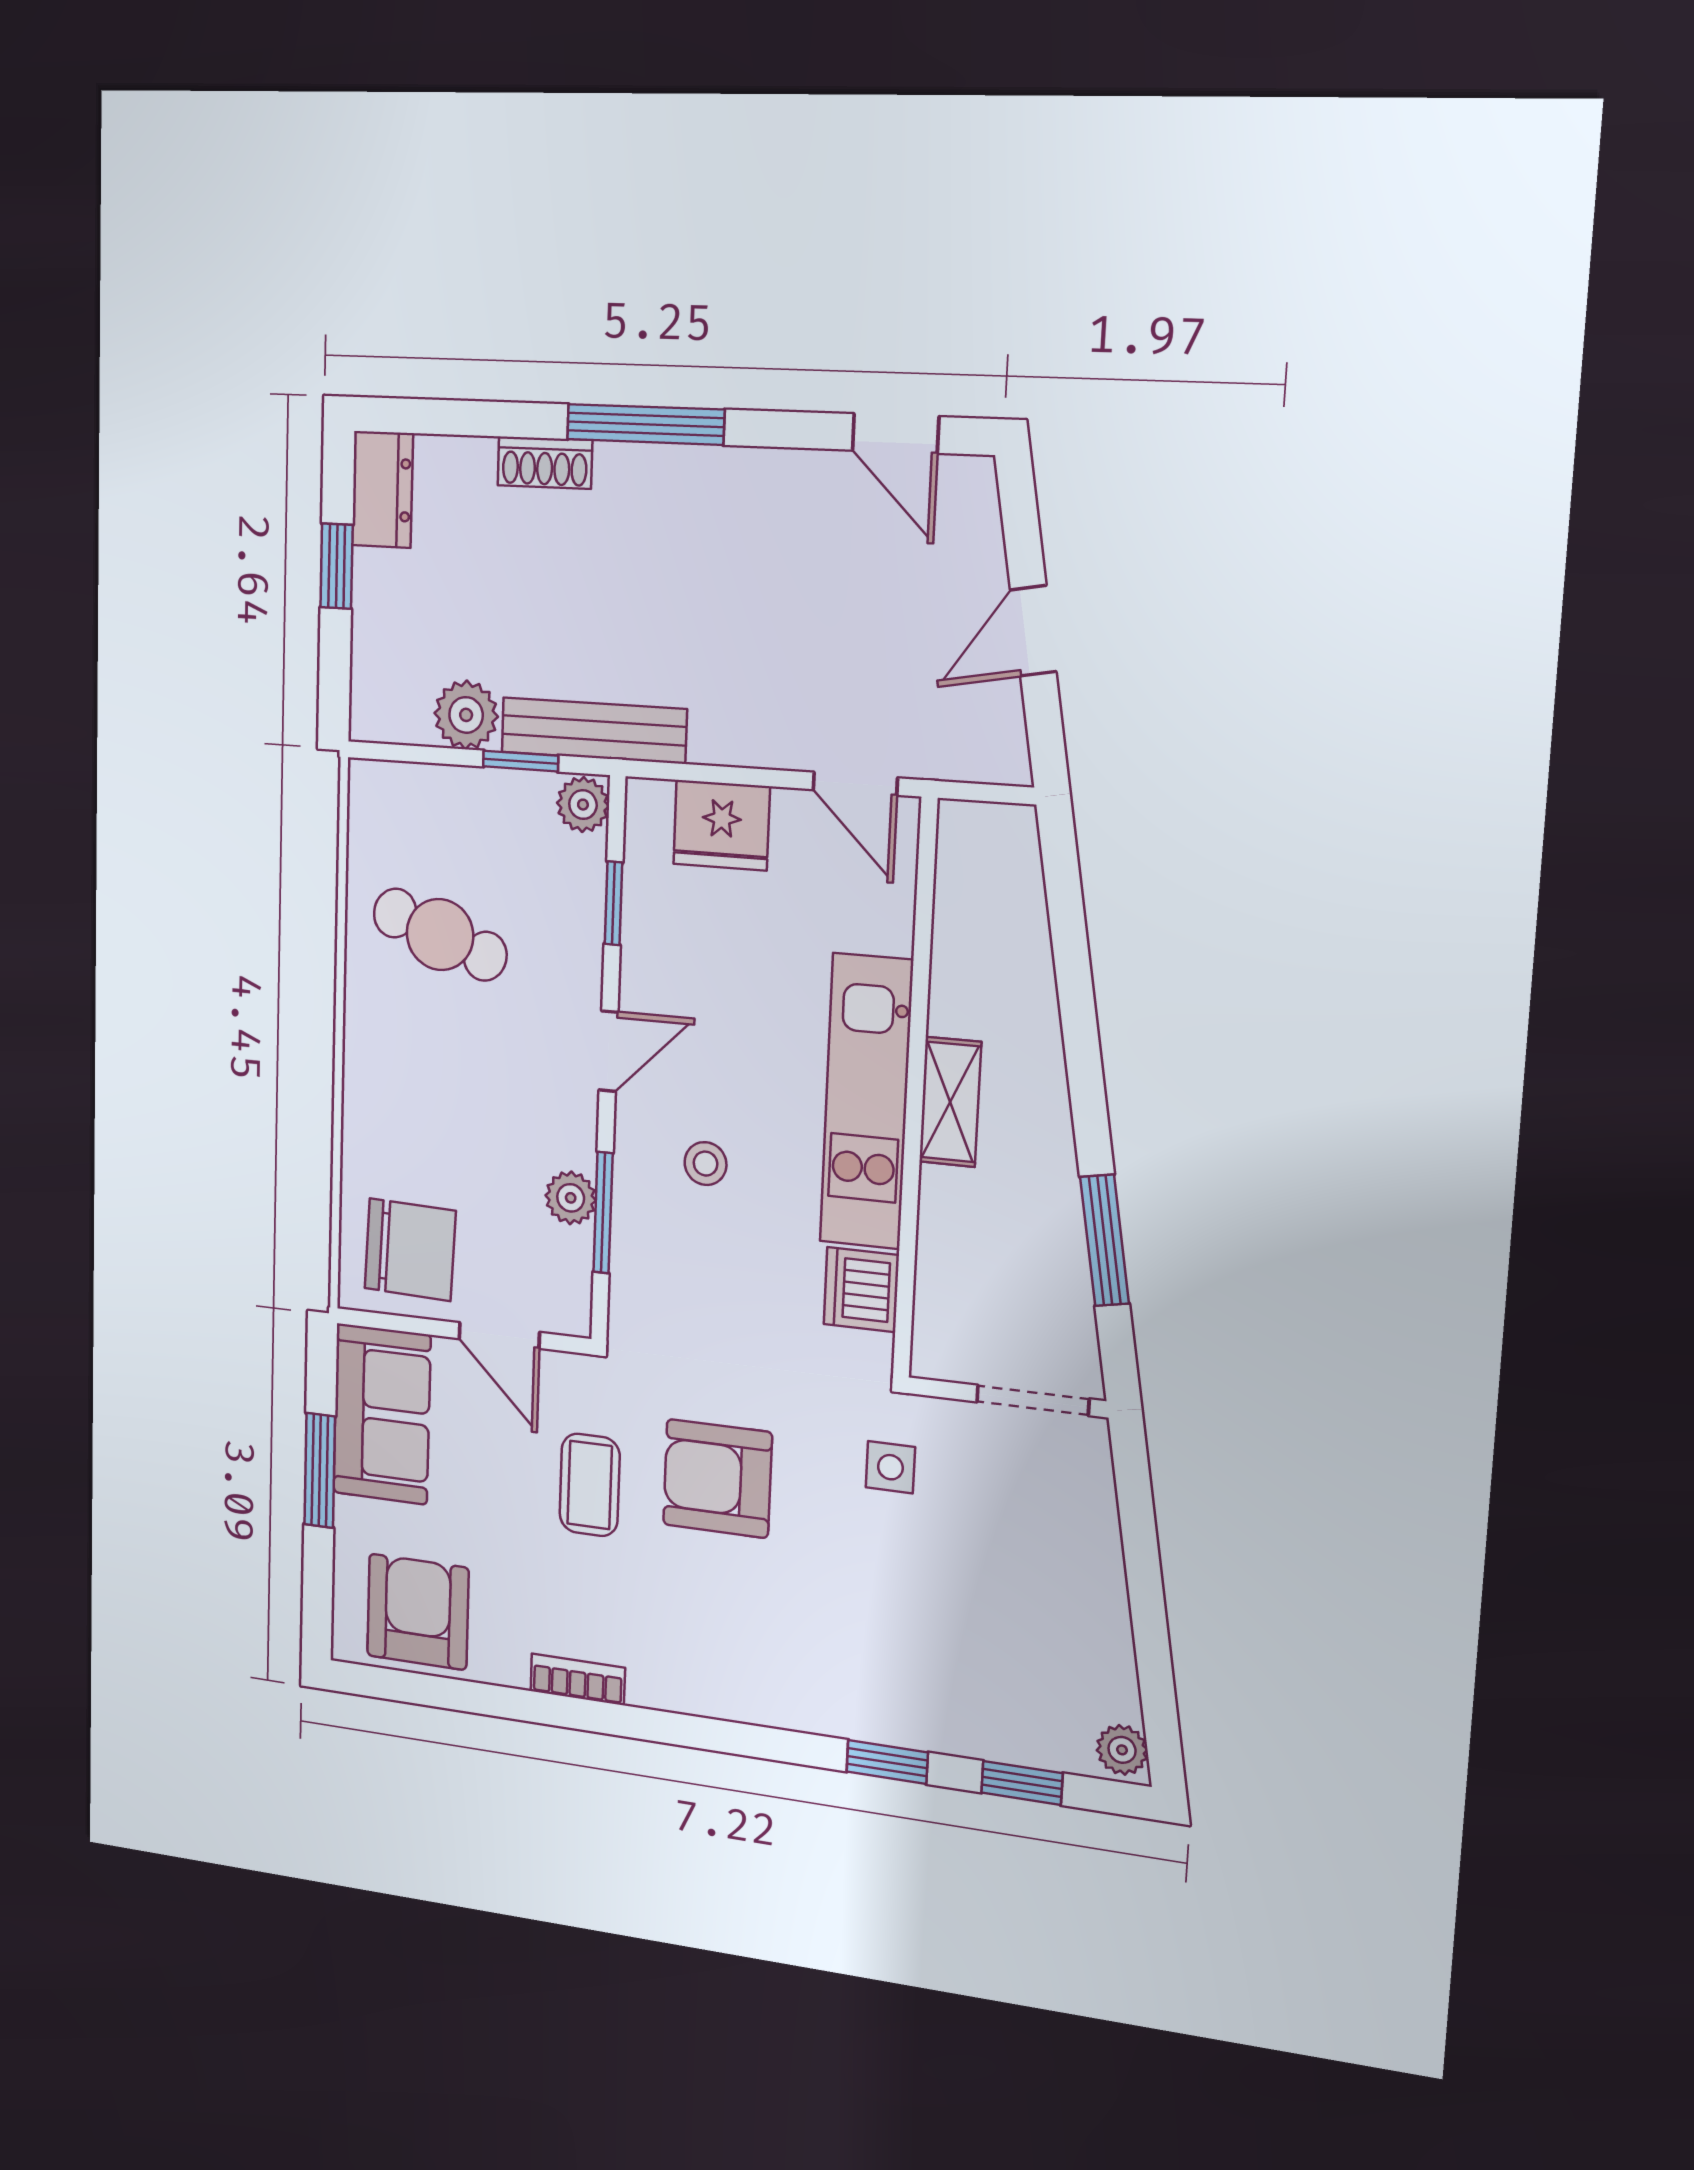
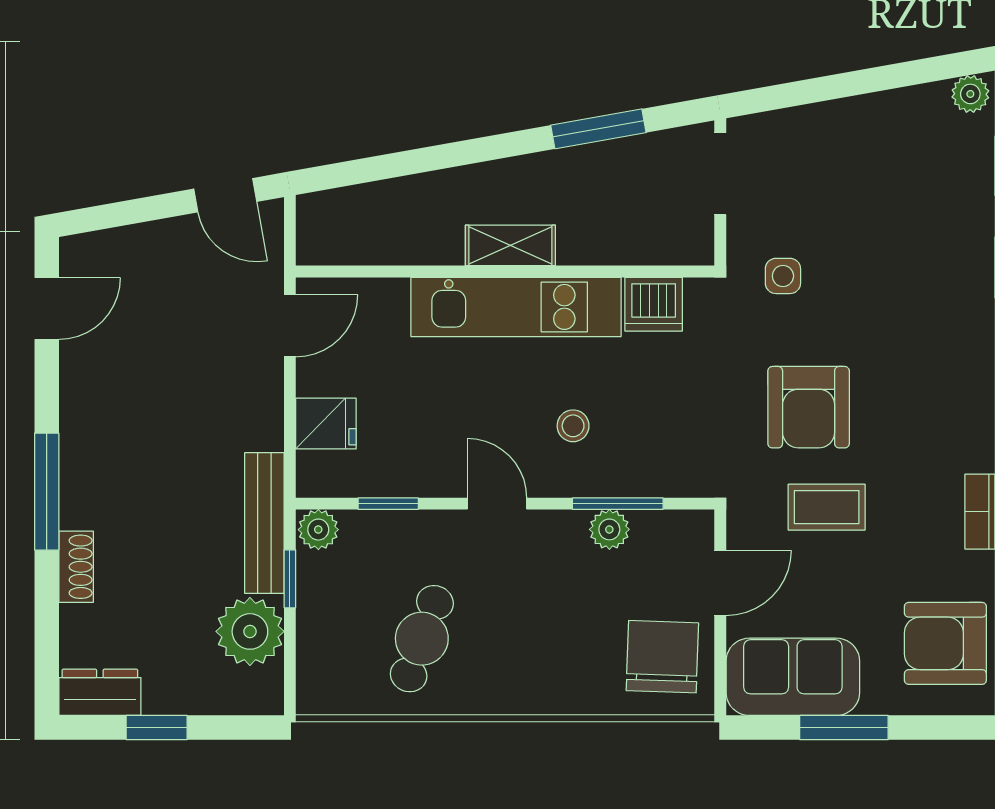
door: (1033, 631) -> (225, 195), moved
plant: (466, 715) -> (250, 631), width x1.36, depth x1.36
fridge: (722, 825) -> (326, 424), width x0.72

